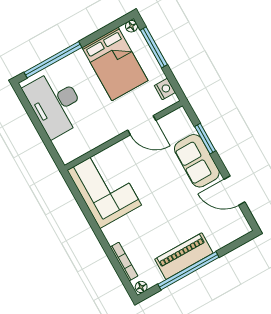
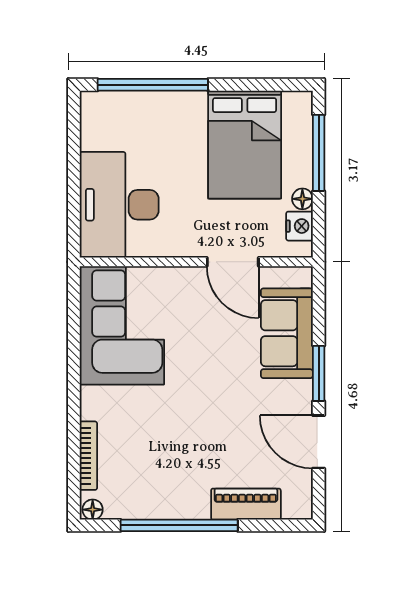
floor lamp: (131, 26) -> (302, 199), moved
desk: (55, 103) -> (119, 205), moved
window: (205, 139) -> (319, 373), moved
sofa: (197, 161) -> (287, 333), moved
piano: (184, 256) -> (246, 504), moved, width x0.73, depth x0.75

